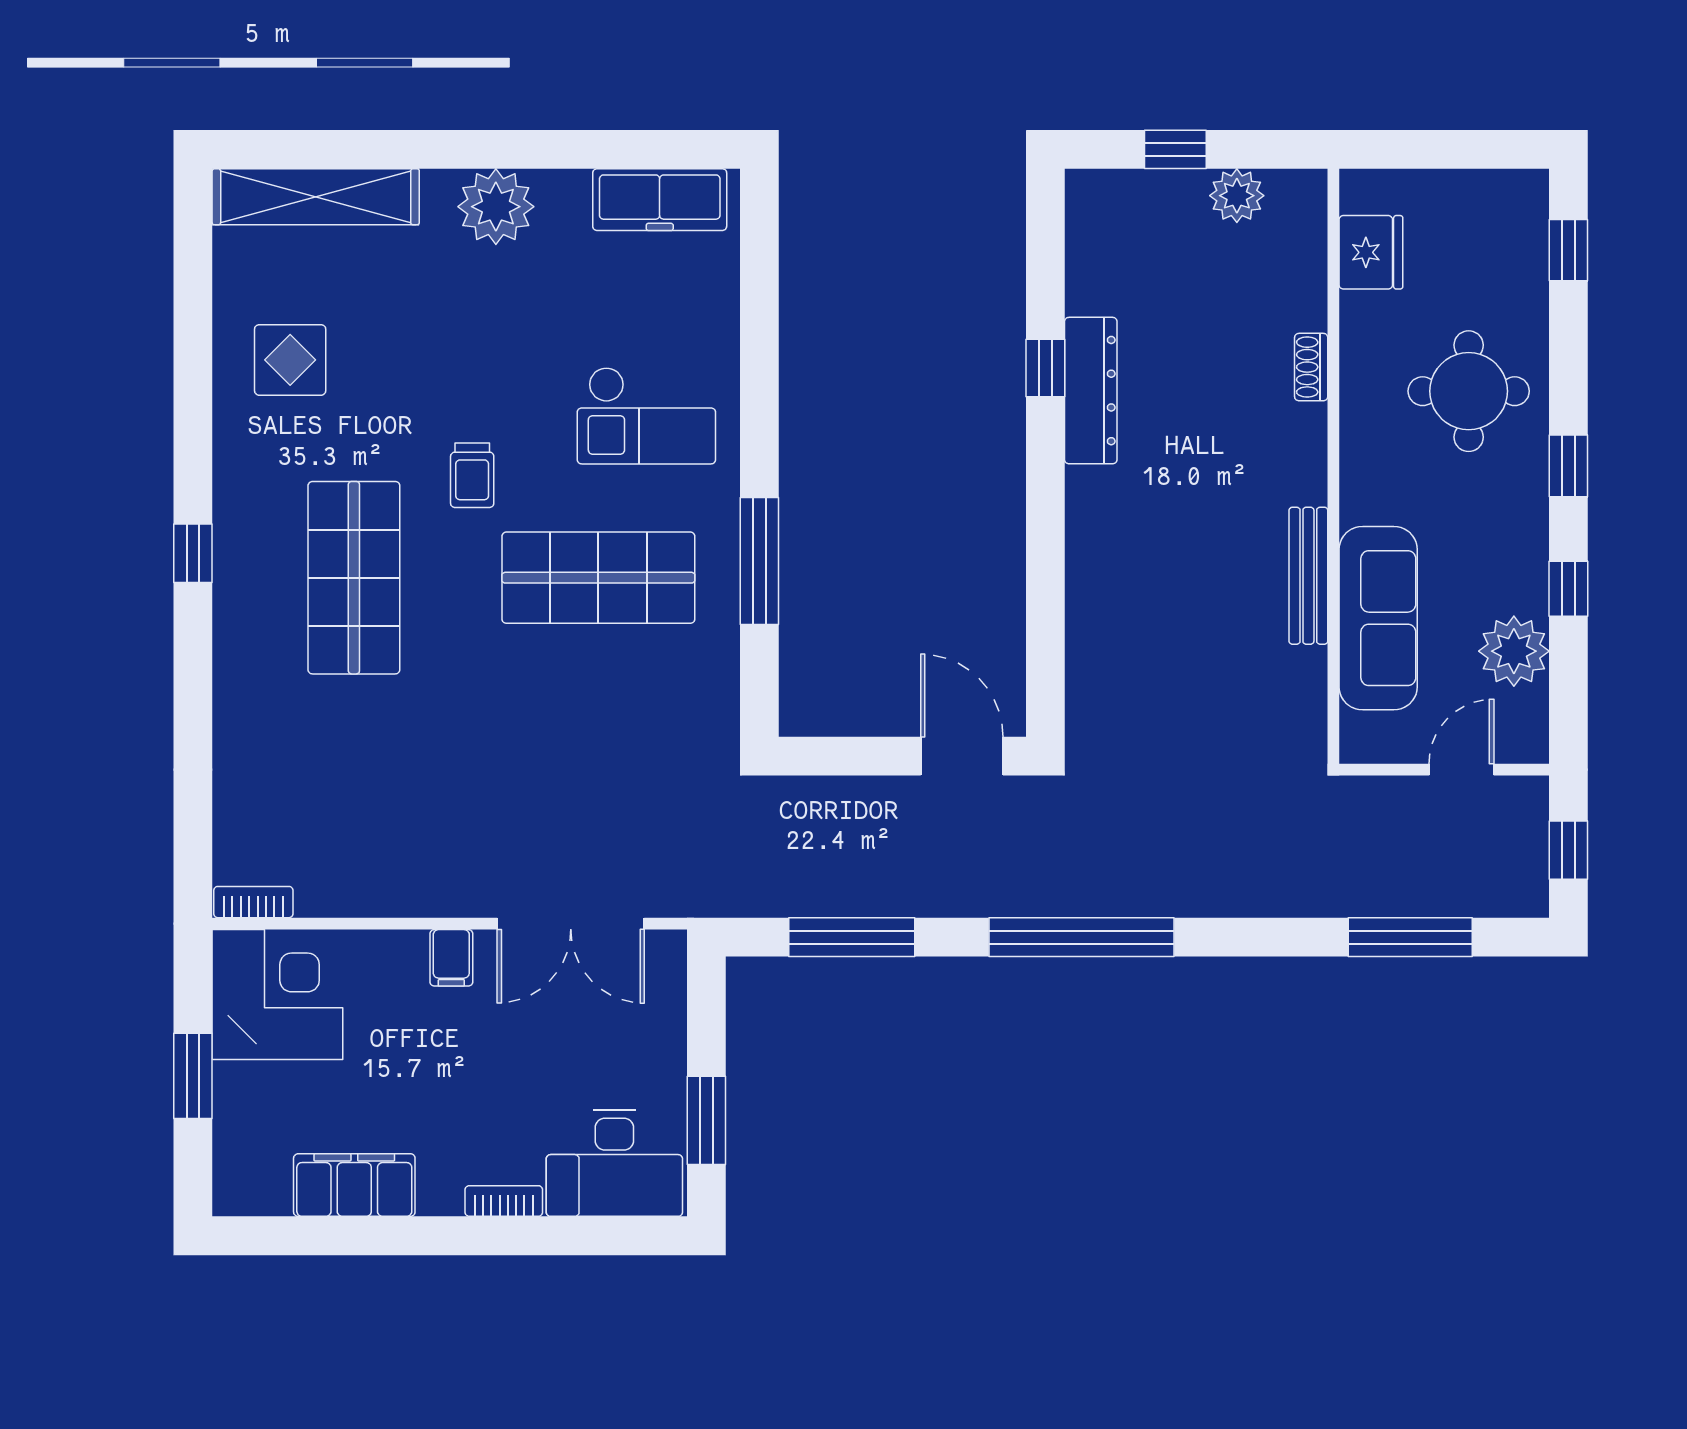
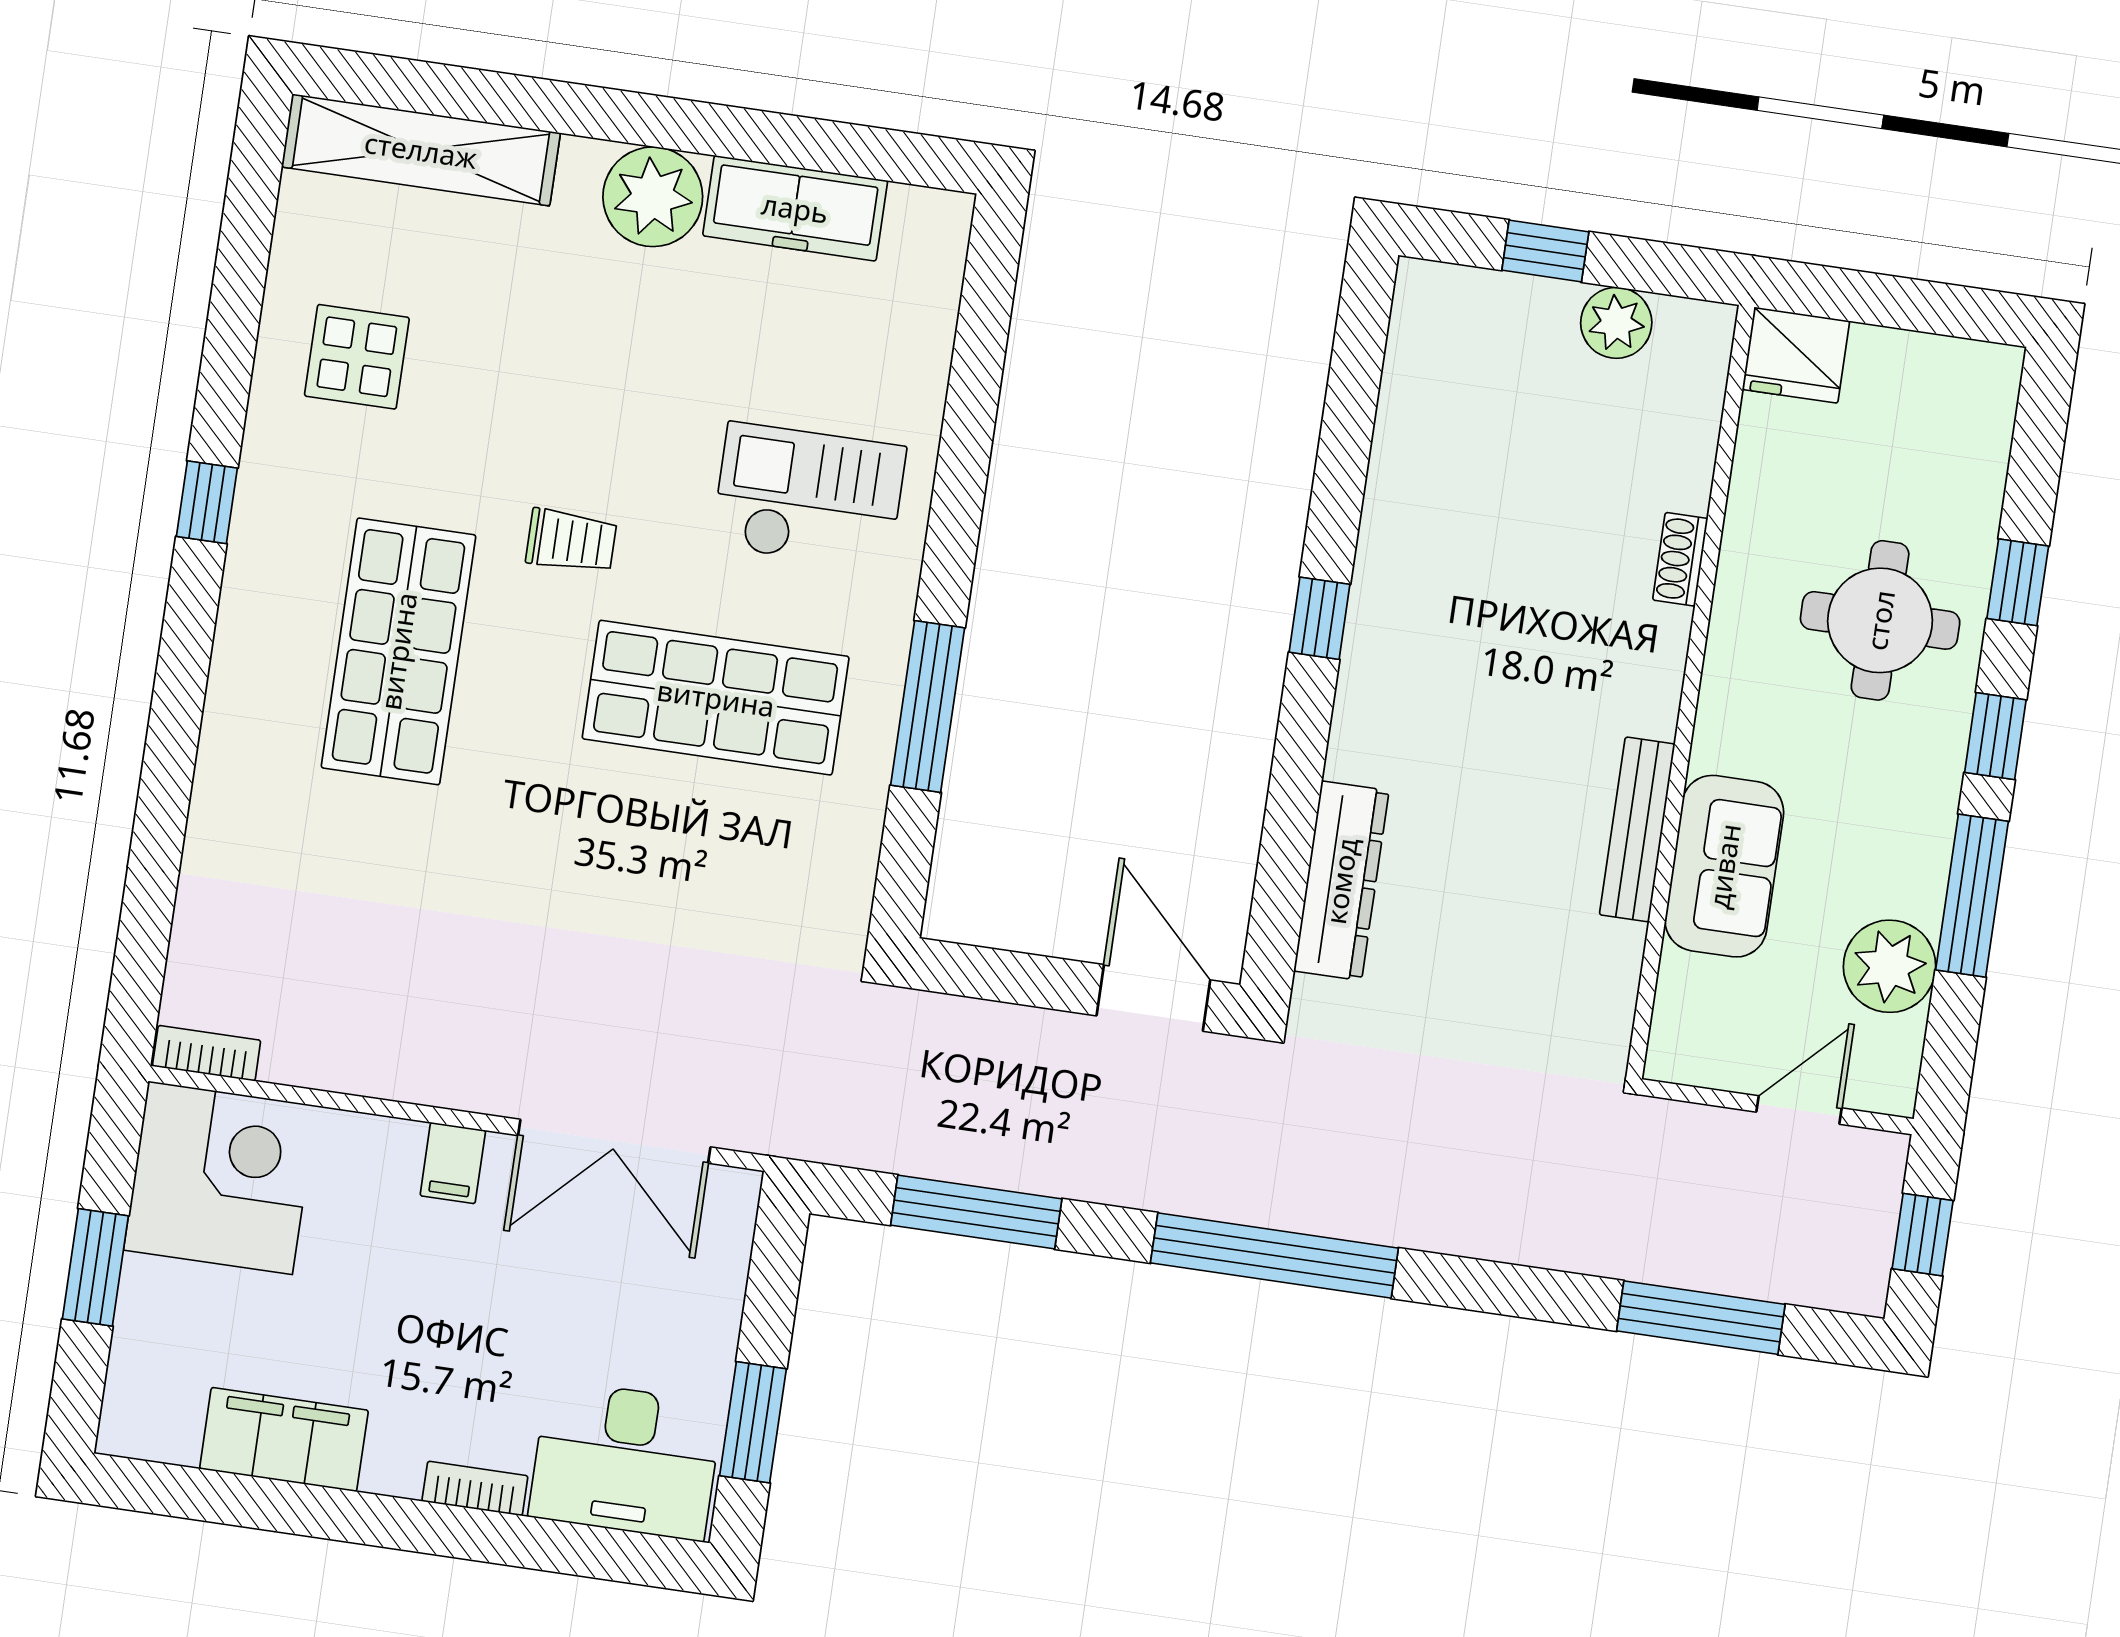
freezer: (660, 200) -> (795, 208), moved
window: (1568, 250) -> (2018, 582), moved
fridge: (1371, 252) -> (1796, 355), moved, turned 90
window: (1045, 368) -> (1320, 618), moved
dresser: (1091, 391) -> (1341, 881), moved
checkout: (646, 416) -> (809, 496), turned 180
trolley: (472, 475) -> (571, 541), turned -90
window: (193, 553) -> (207, 502), moved
window: (1568, 589) -> (1972, 896), width x2.17
sofa: (1378, 618) -> (1724, 866), width x0.73

